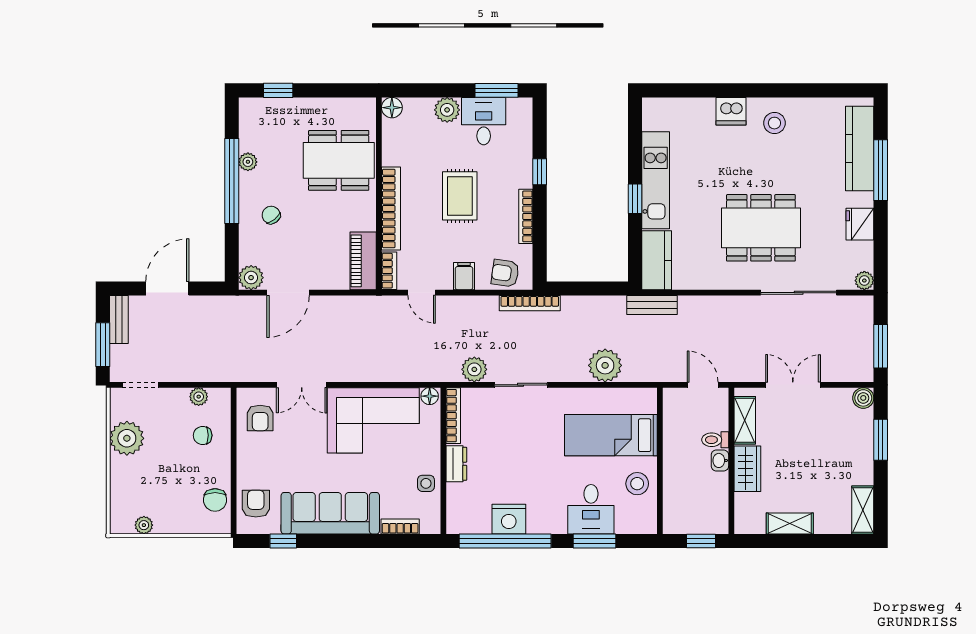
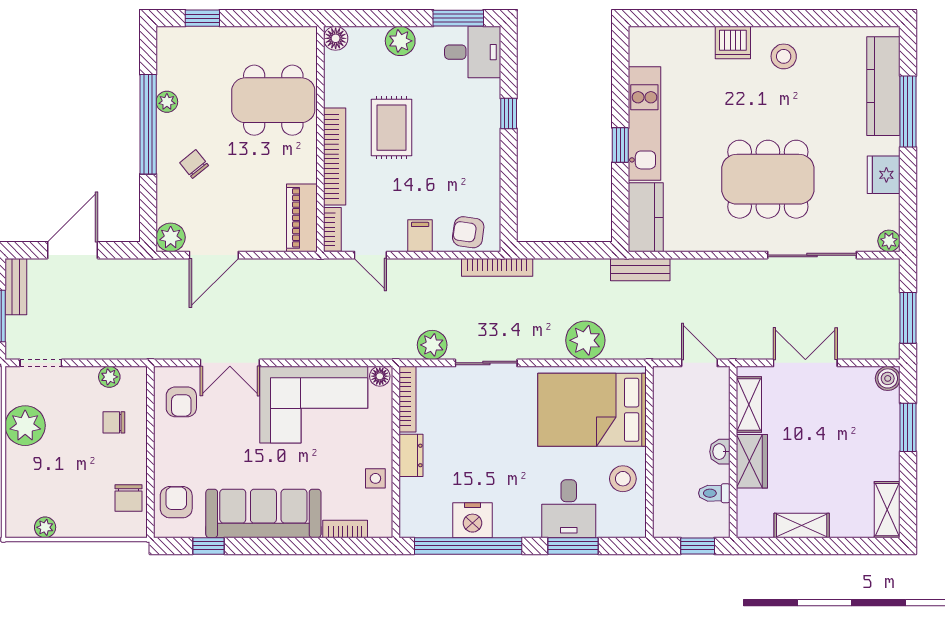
desk: (484, 121) -> (473, 52), moved, turned 90
rug: (460, 196) -> (391, 128), moved
bookcase: (526, 216) -> (492, 166), removed
bed: (611, 435) -> (592, 410), width x1.50
toilet: (715, 440) -> (714, 493), moved

